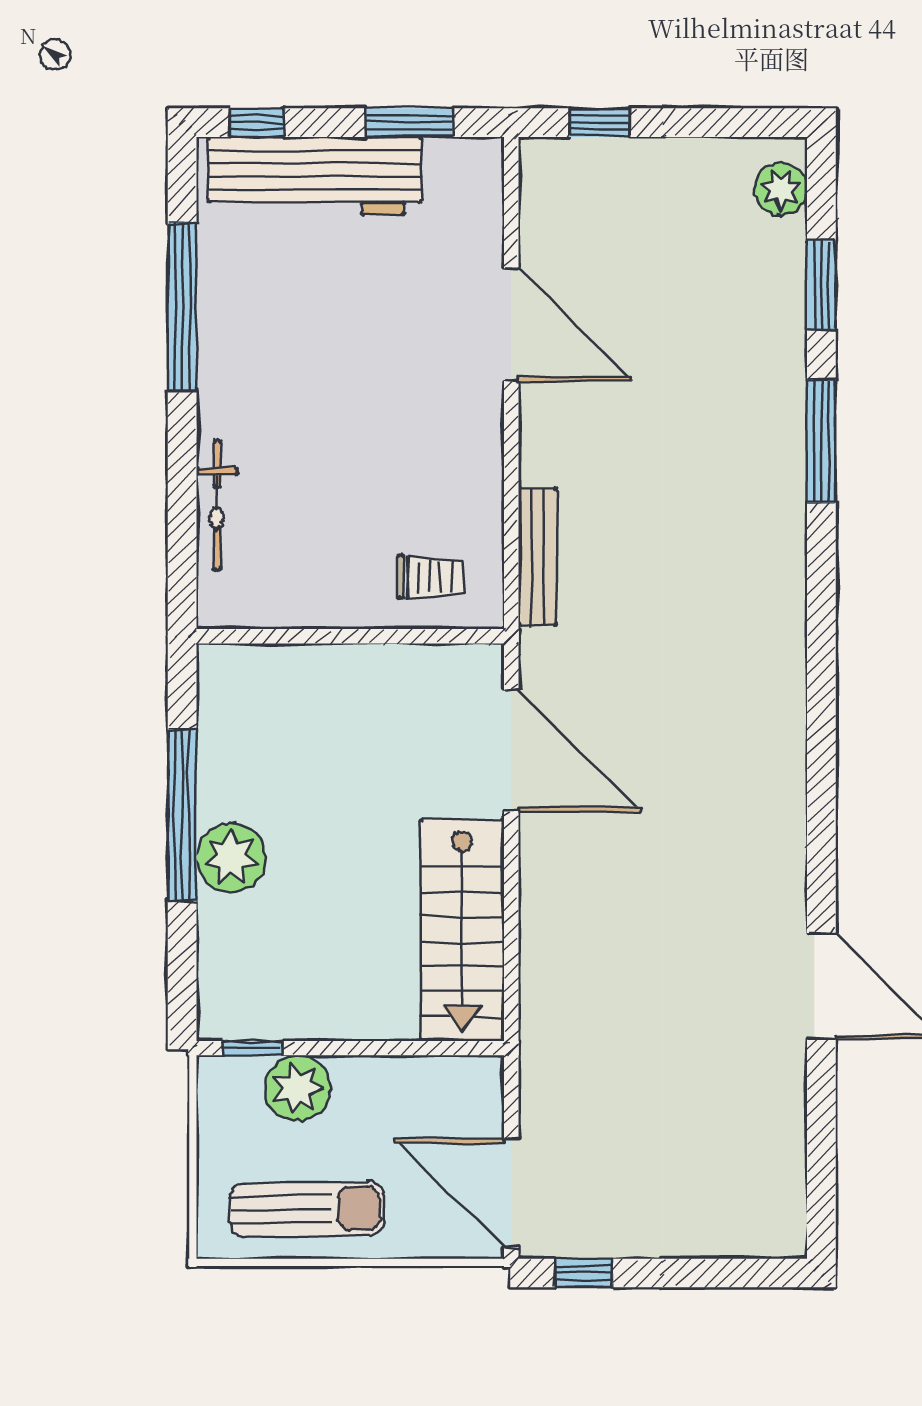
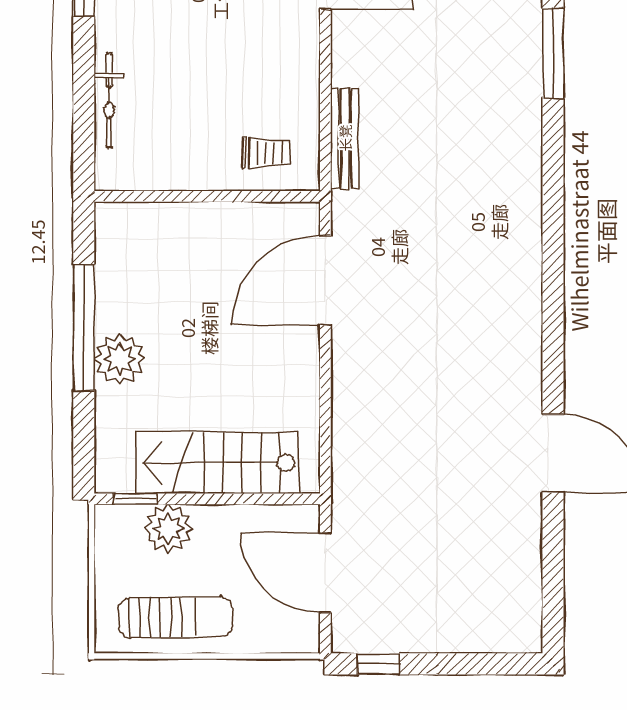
door: (511, 750) -> (325, 280), swing flipped
stairs: (462, 930) -> (217, 463), moved, turned 90
door: (511, 1193) -> (325, 573), moved

